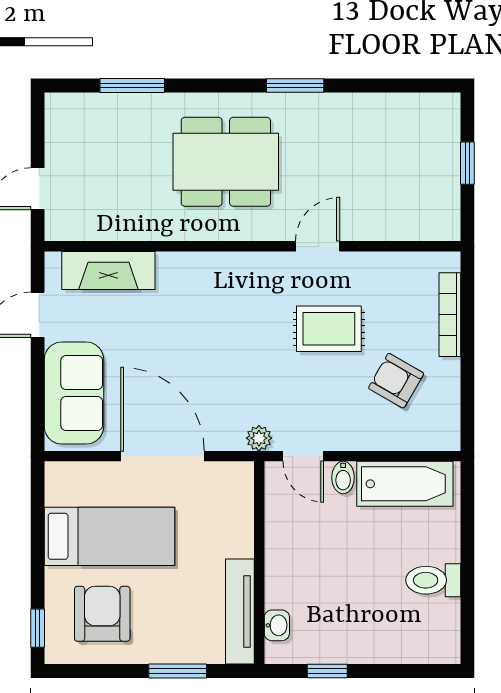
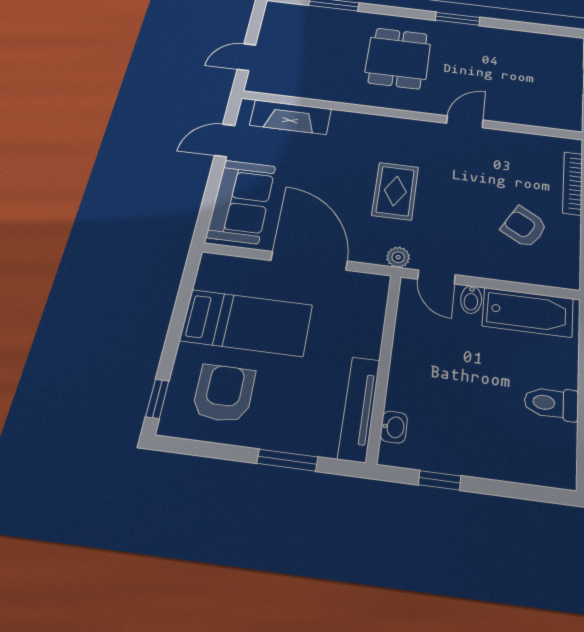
dining table: (226, 162) -> (398, 58), width x0.73
rug: (329, 329) -> (395, 191), moved, turned 90

